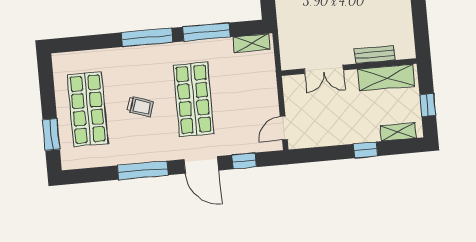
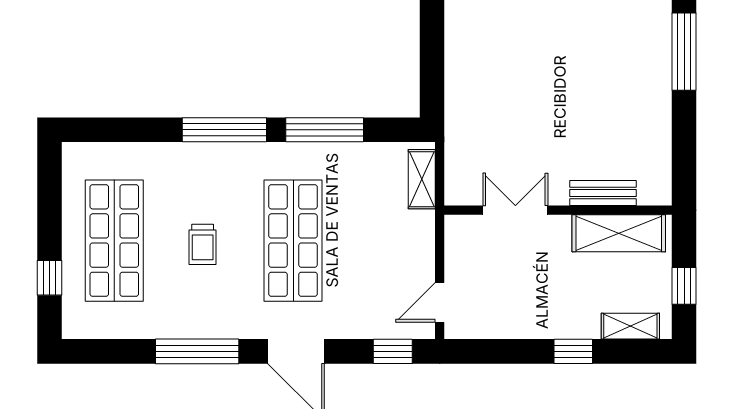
shelving: (251, 43) -> (422, 179), moved, turned 90
double door: (324, 69) -> (515, 210), swing flipped
trolley: (140, 107) -> (203, 244), turned 72
window: (51, 135) -> (49, 278), width x0.67
window: (244, 161) -> (393, 351), moved

